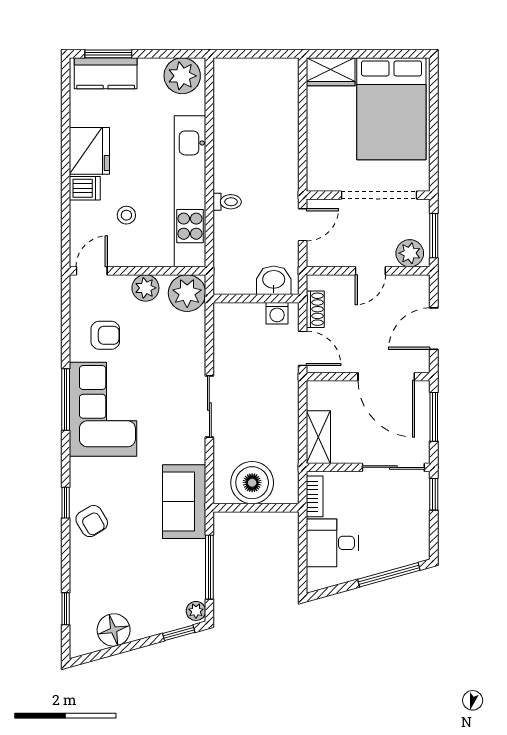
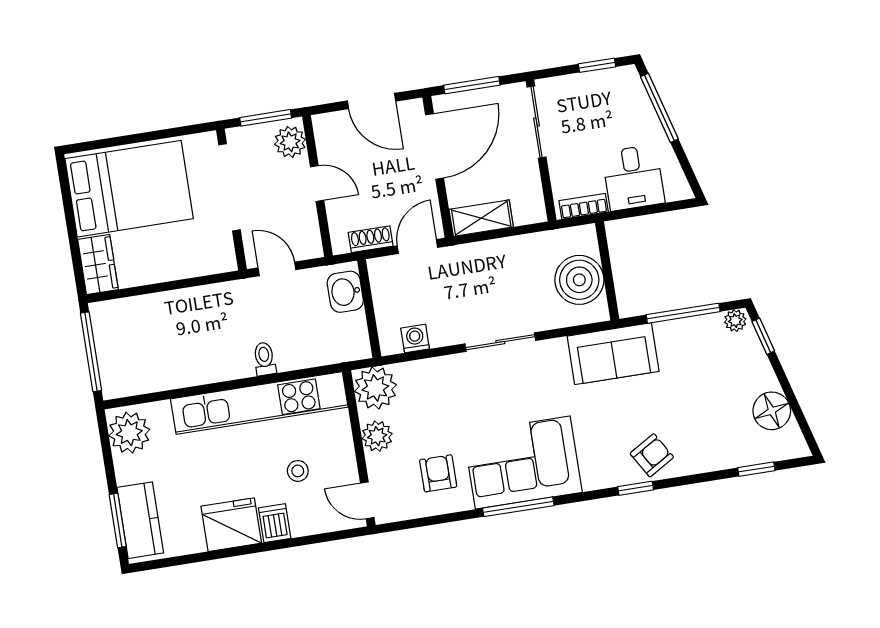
window: (257, 54) -> (91, 352), added
washing machine: (277, 313) -> (415, 339), moved, turned -90
shelving: (318, 437) -> (481, 218), moved
window: (434, 494) -> (597, 65), moved

